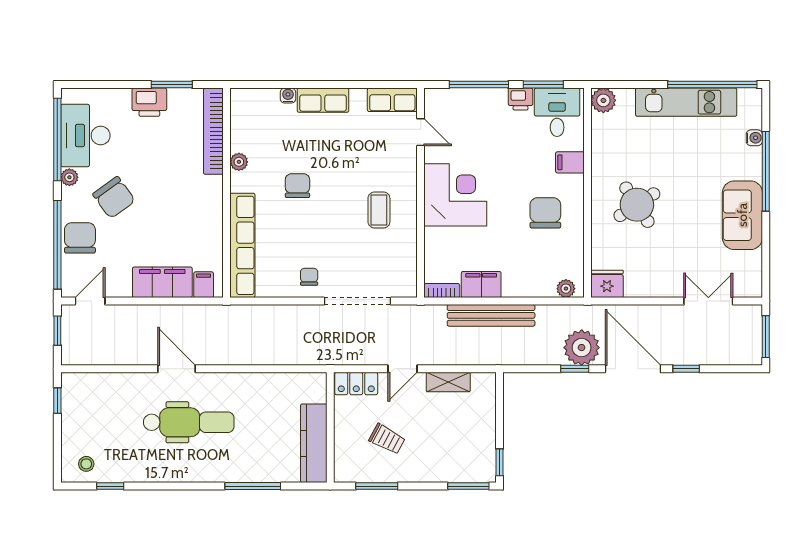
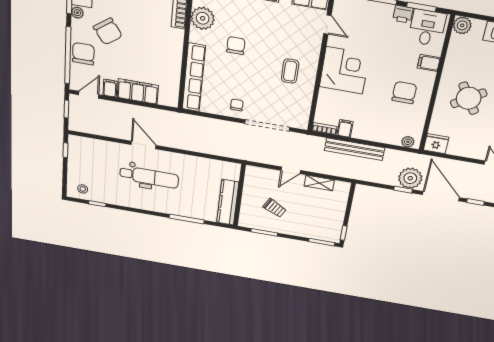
plant: (239, 162) -> (203, 18), width x1.88, depth x1.88
filing cabinet: (204, 285) -> (110, 88), moved
filing cabinet: (481, 285) -> (345, 128), width x0.50
locker: (356, 384) -> (259, 174), removed

